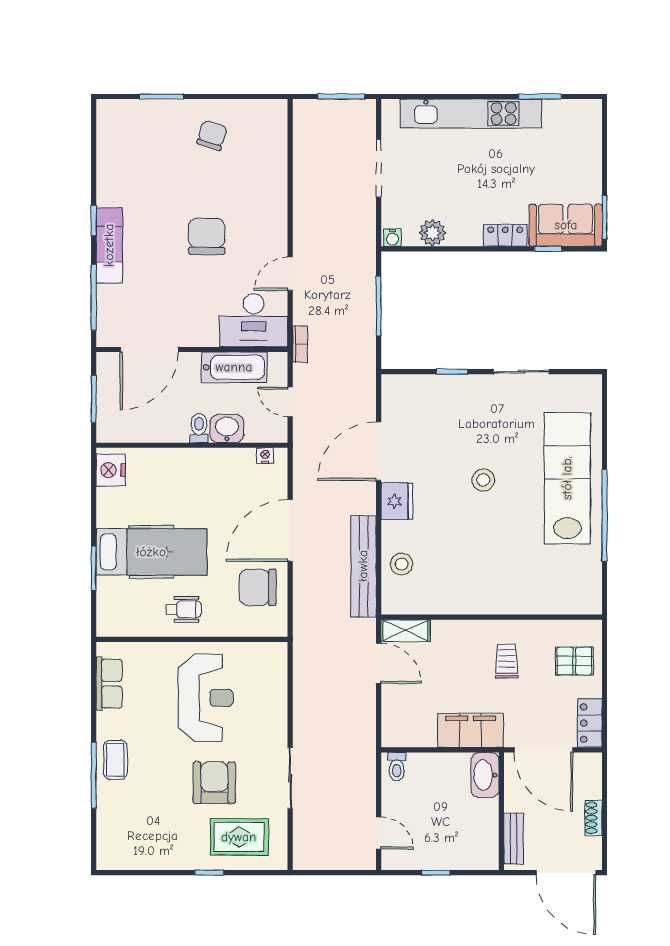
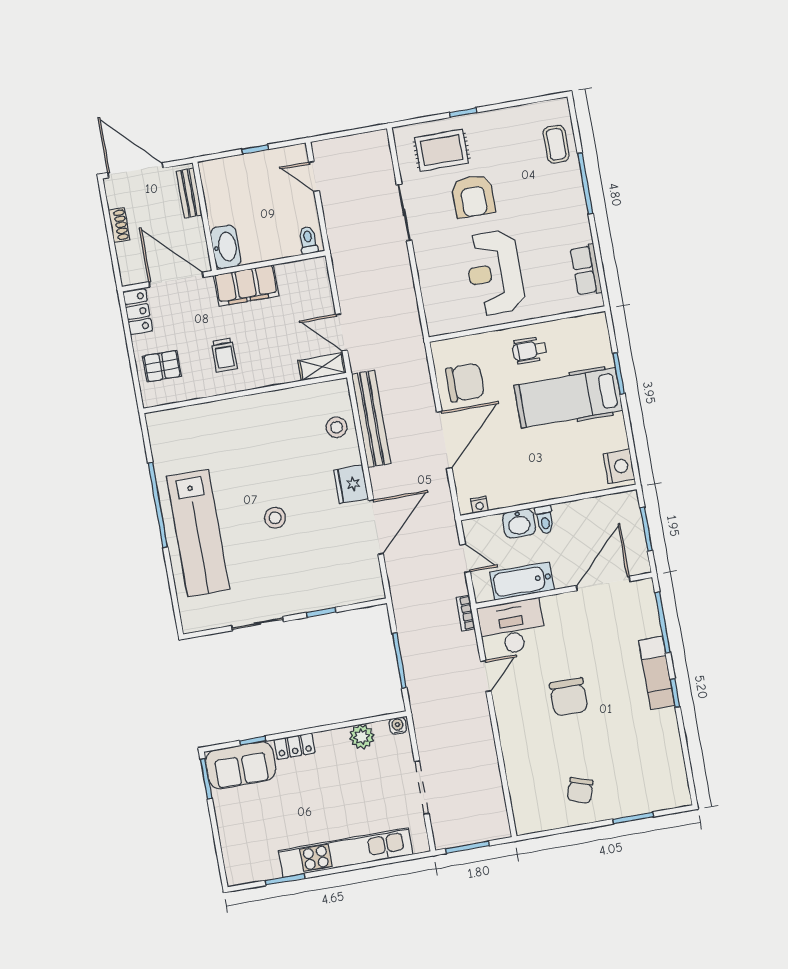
coffee table: (115, 760) -> (556, 144), moved

